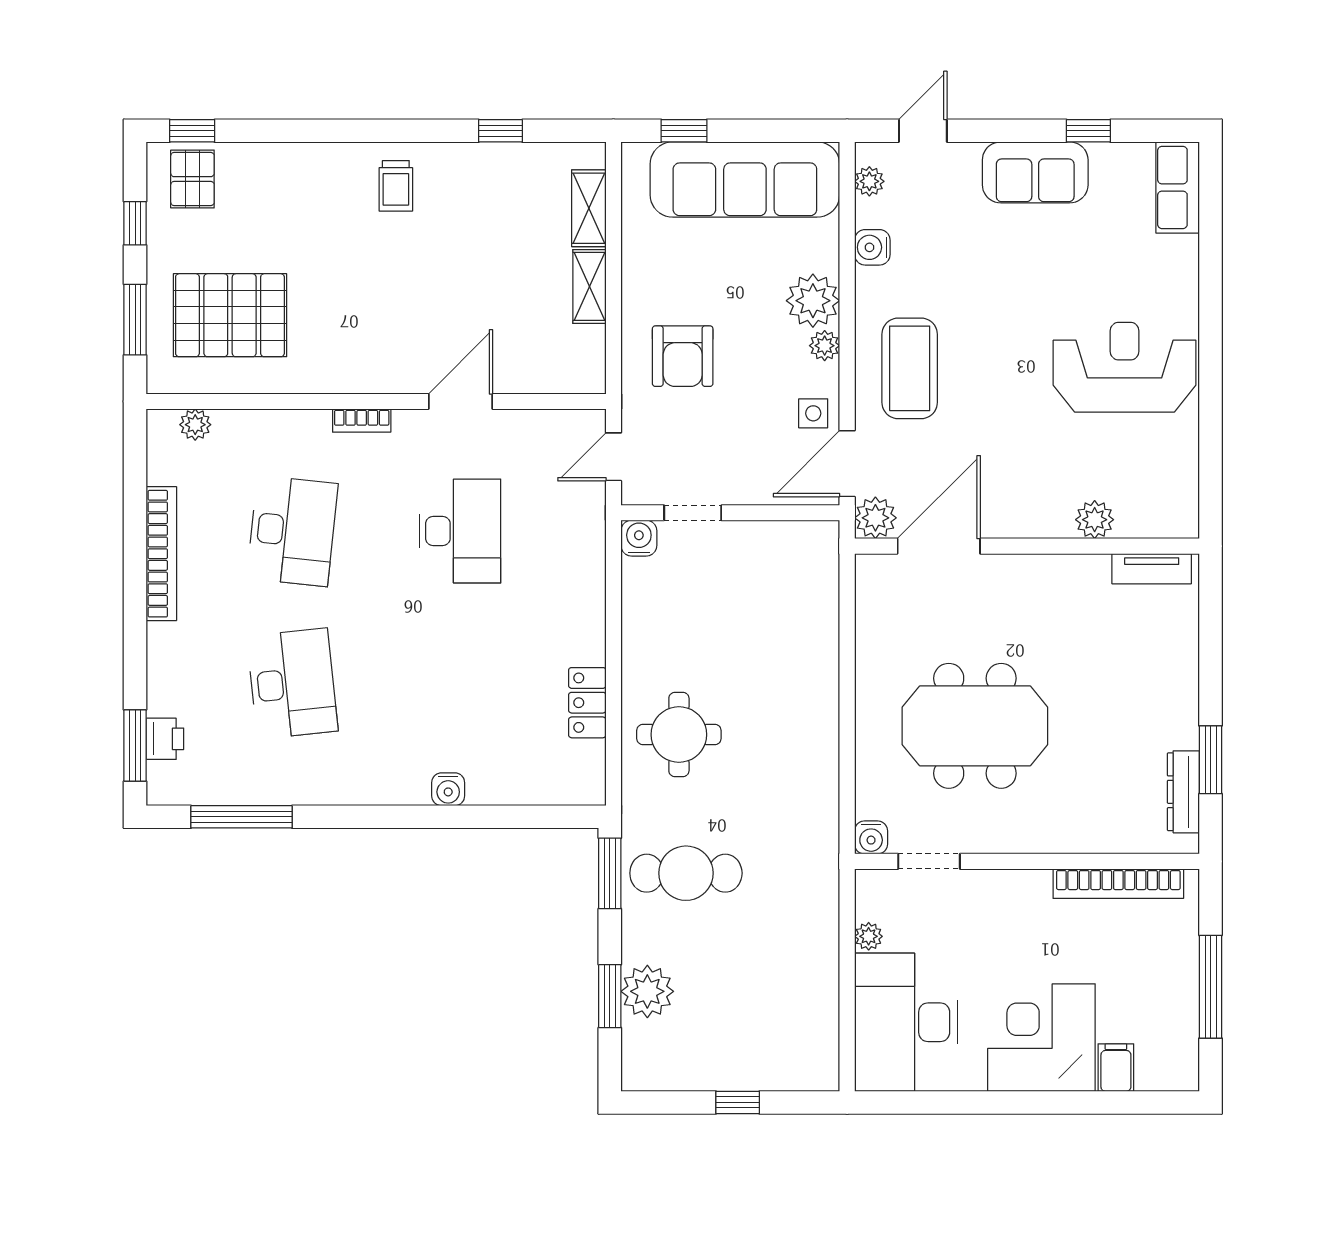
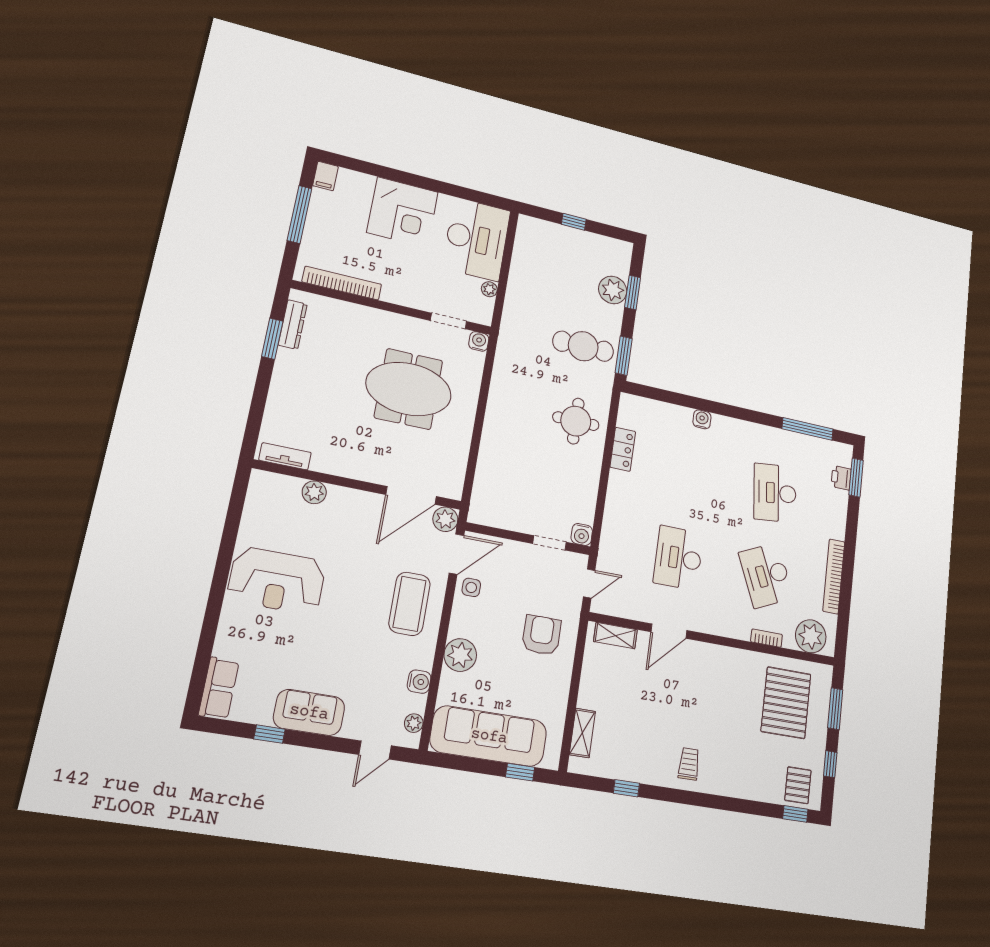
shelving: (589, 286) -> (615, 636), moved, turned 90
pallet: (230, 315) -> (786, 703), turned 90
plant: (825, 346) -> (458, 627), removed
bookcase: (362, 421) -> (767, 638), moved
plant: (195, 425) -> (811, 636), width x1.87, depth x1.87
desk: (292, 531) -> (766, 575), turned -30
filing cabinet: (1116, 1068) -> (326, 176), moved

